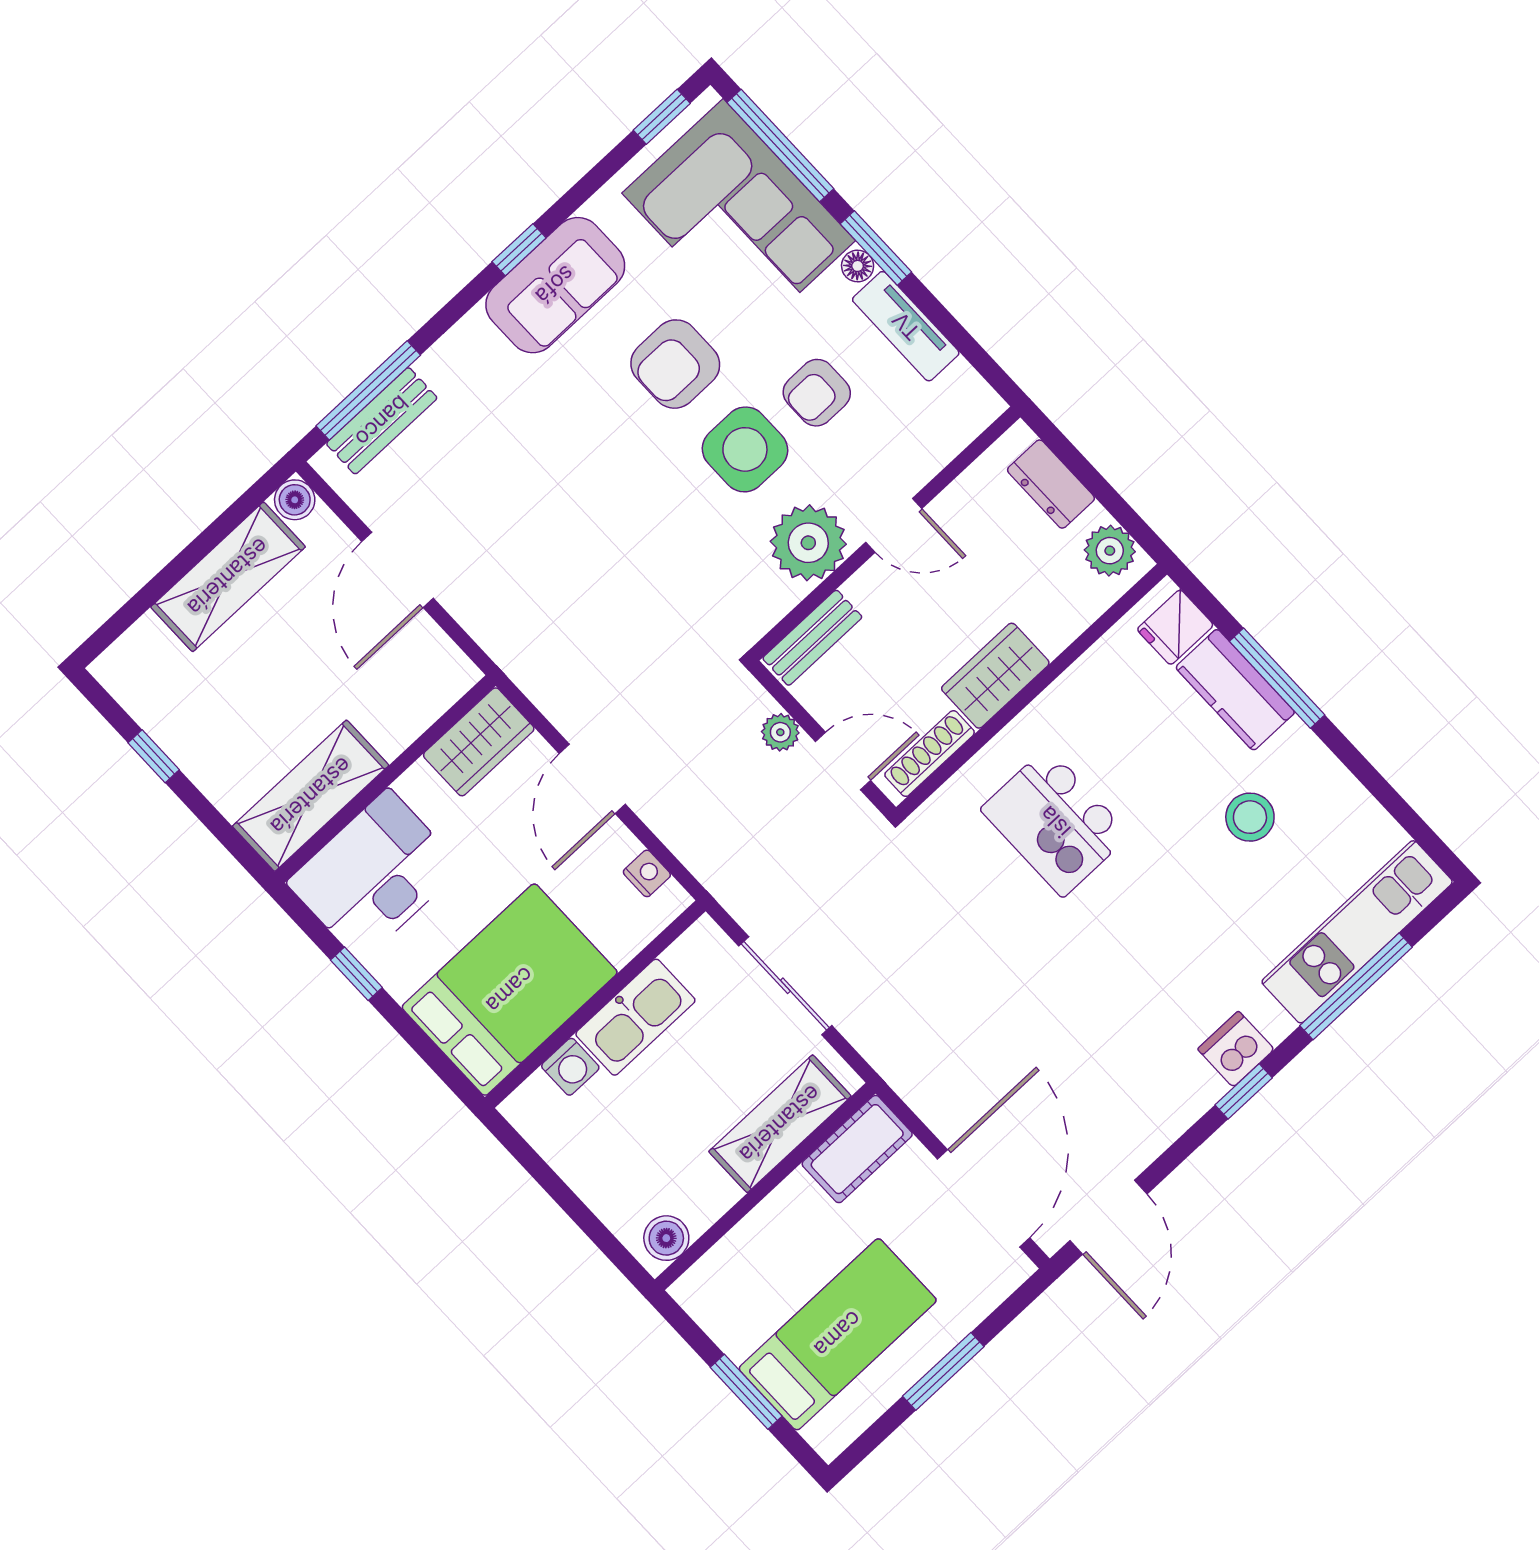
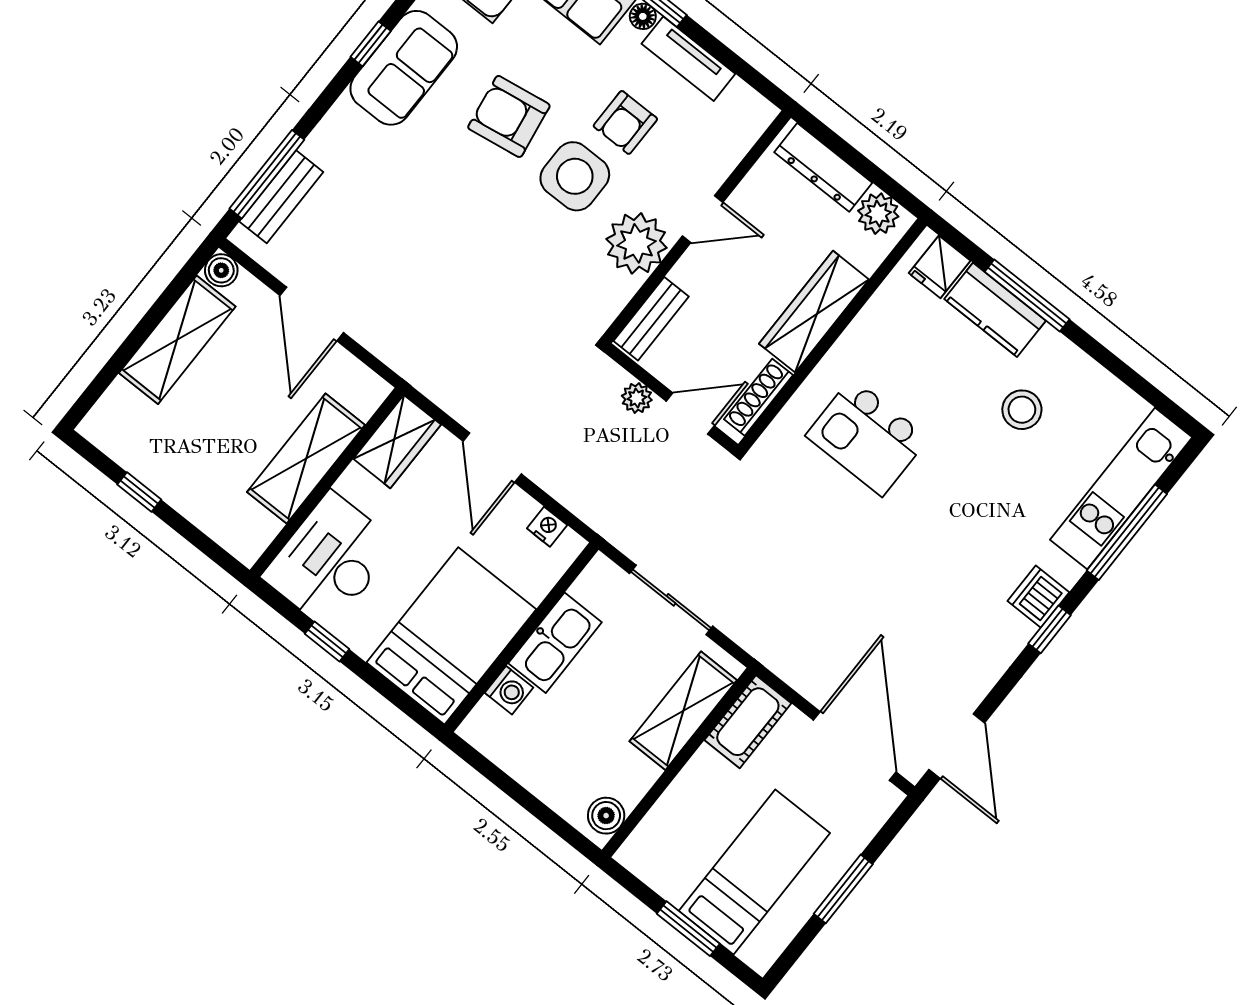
armchair: (675, 364) -> (509, 116), turned 81
dresser: (1051, 484) -> (823, 167), width x1.44
wardrobe: (995, 676) -> (814, 312), width x1.50
shelving: (311, 796) -> (306, 459), moved

